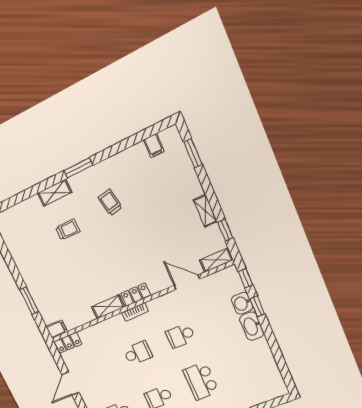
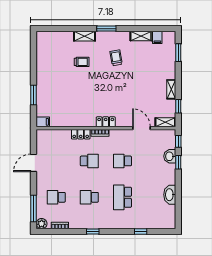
shelving: (108, 307) -> (141, 36), moved
washbasin: (252, 326) -> (170, 195), moved
locker: (68, 343) -> (81, 134), moved

